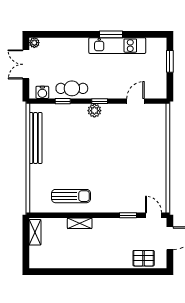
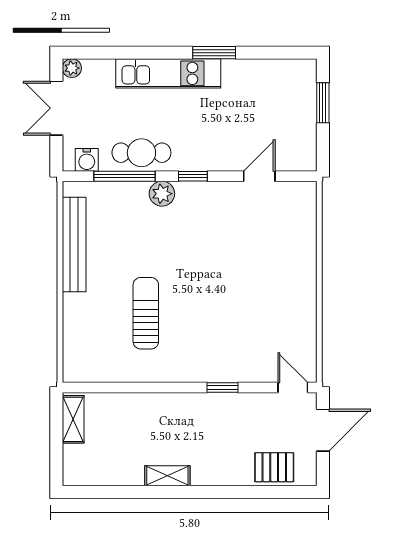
kitchen unit: (117, 46) -> (168, 73), moved
window: (63, 101) -> (125, 176), width x2.17
plant: (94, 111) -> (162, 194), moved
sun lounger: (71, 196) -> (146, 313), moved, turned -90
window: (128, 215) -> (223, 387), moved
shelving: (80, 223) -> (167, 476), moved

